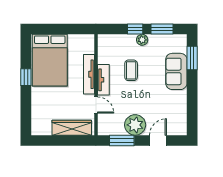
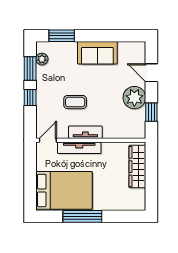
plant: (142, 40) -> (42, 59), moved
sofa: (176, 71) -> (97, 53), moved
window: (26, 77) -> (82, 216), width x2.17
door: (96, 105) -> (48, 140), moved
window: (122, 140) -> (151, 112), width x0.67

